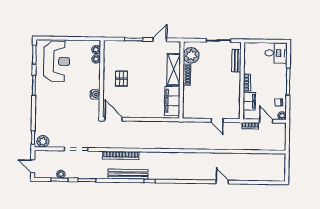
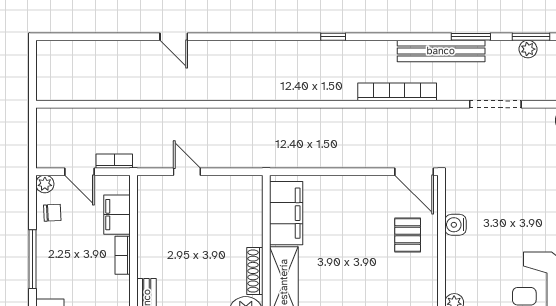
pallet: (121, 79) -> (408, 235), moved
bench: (128, 174) -> (441, 51), moved

